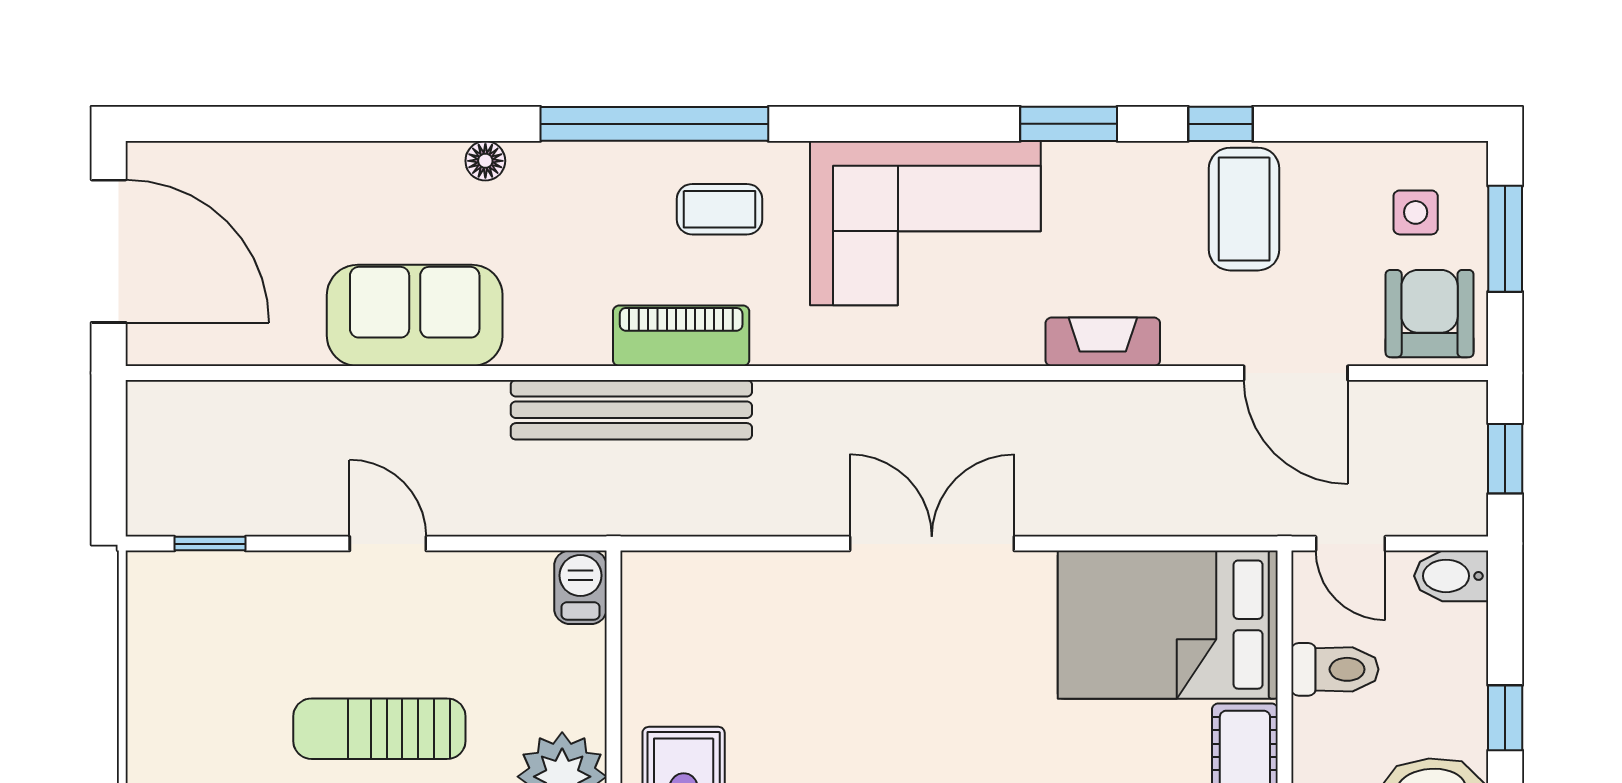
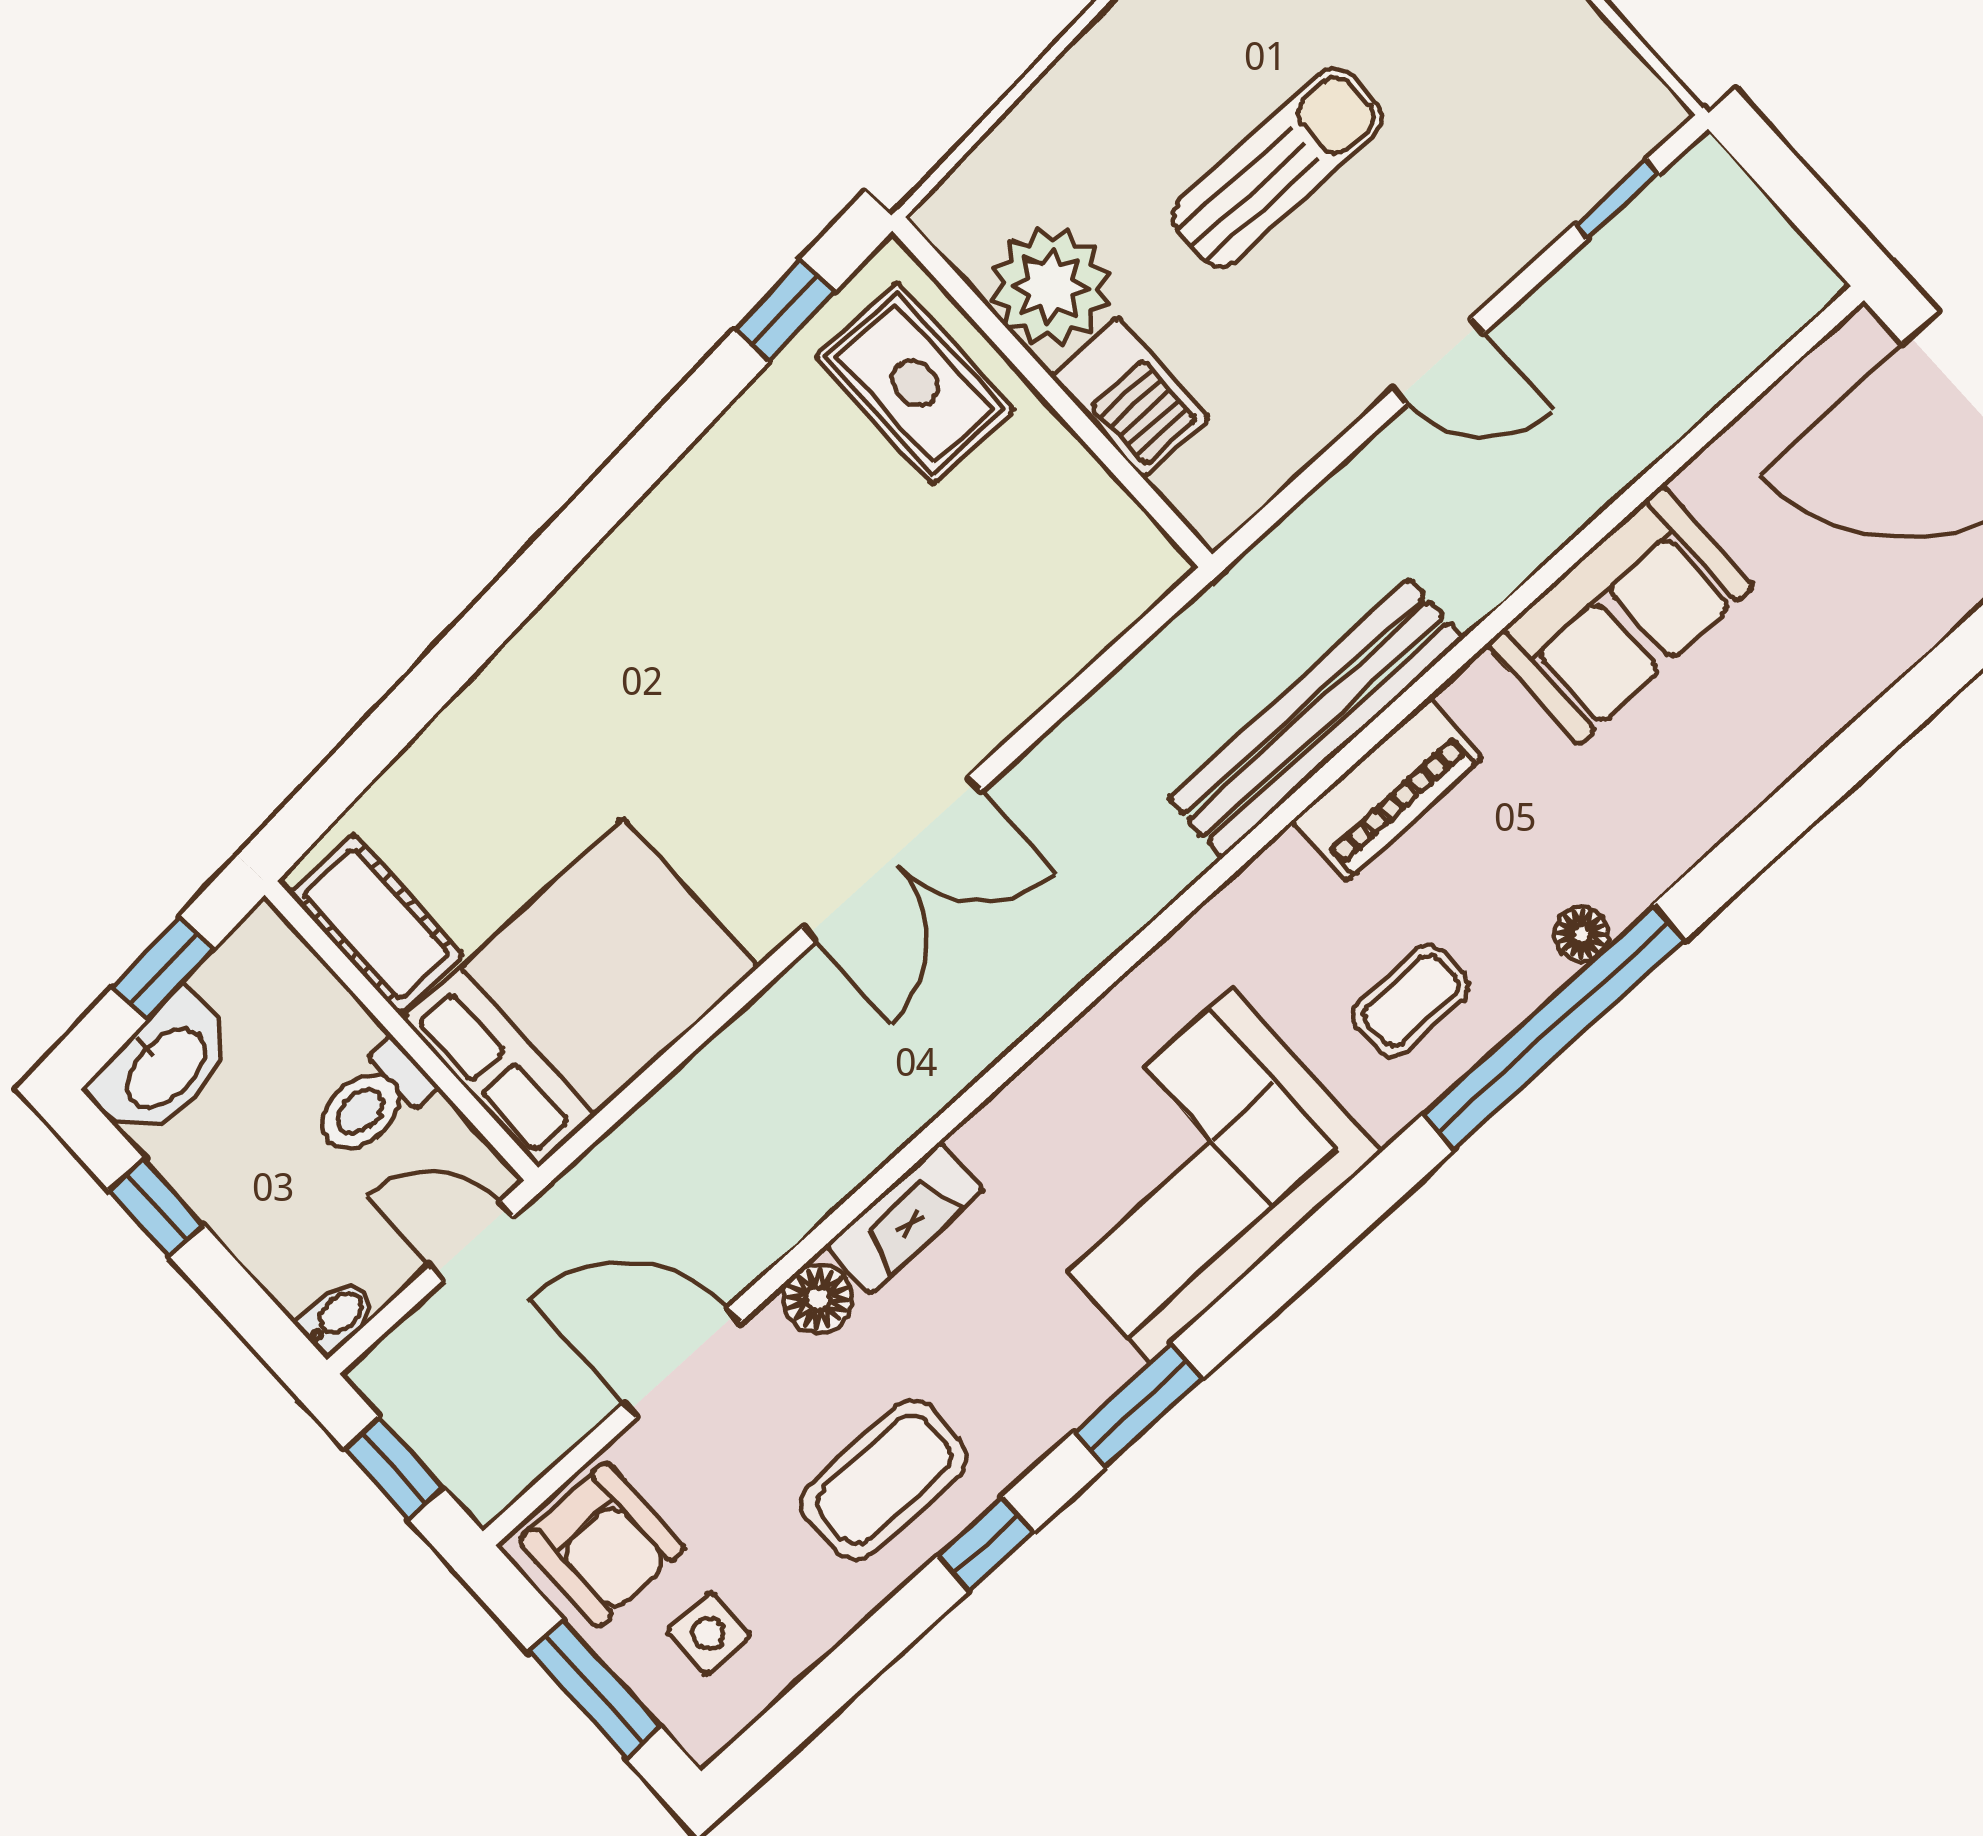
floor lamp: (485, 161) -> (1581, 934), moved
coffee table: (1244, 209) -> (884, 1480), turned 90
piano: (681, 336) -> (1387, 790), moved
floor lamp: (1190, 341) -> (818, 1298), added
bidet: (1451, 576) -> (337, 1317), width x0.72, depth x0.74
barbecue: (580, 587) -> (1130, 397), moved, width x1.38, depth x1.27

